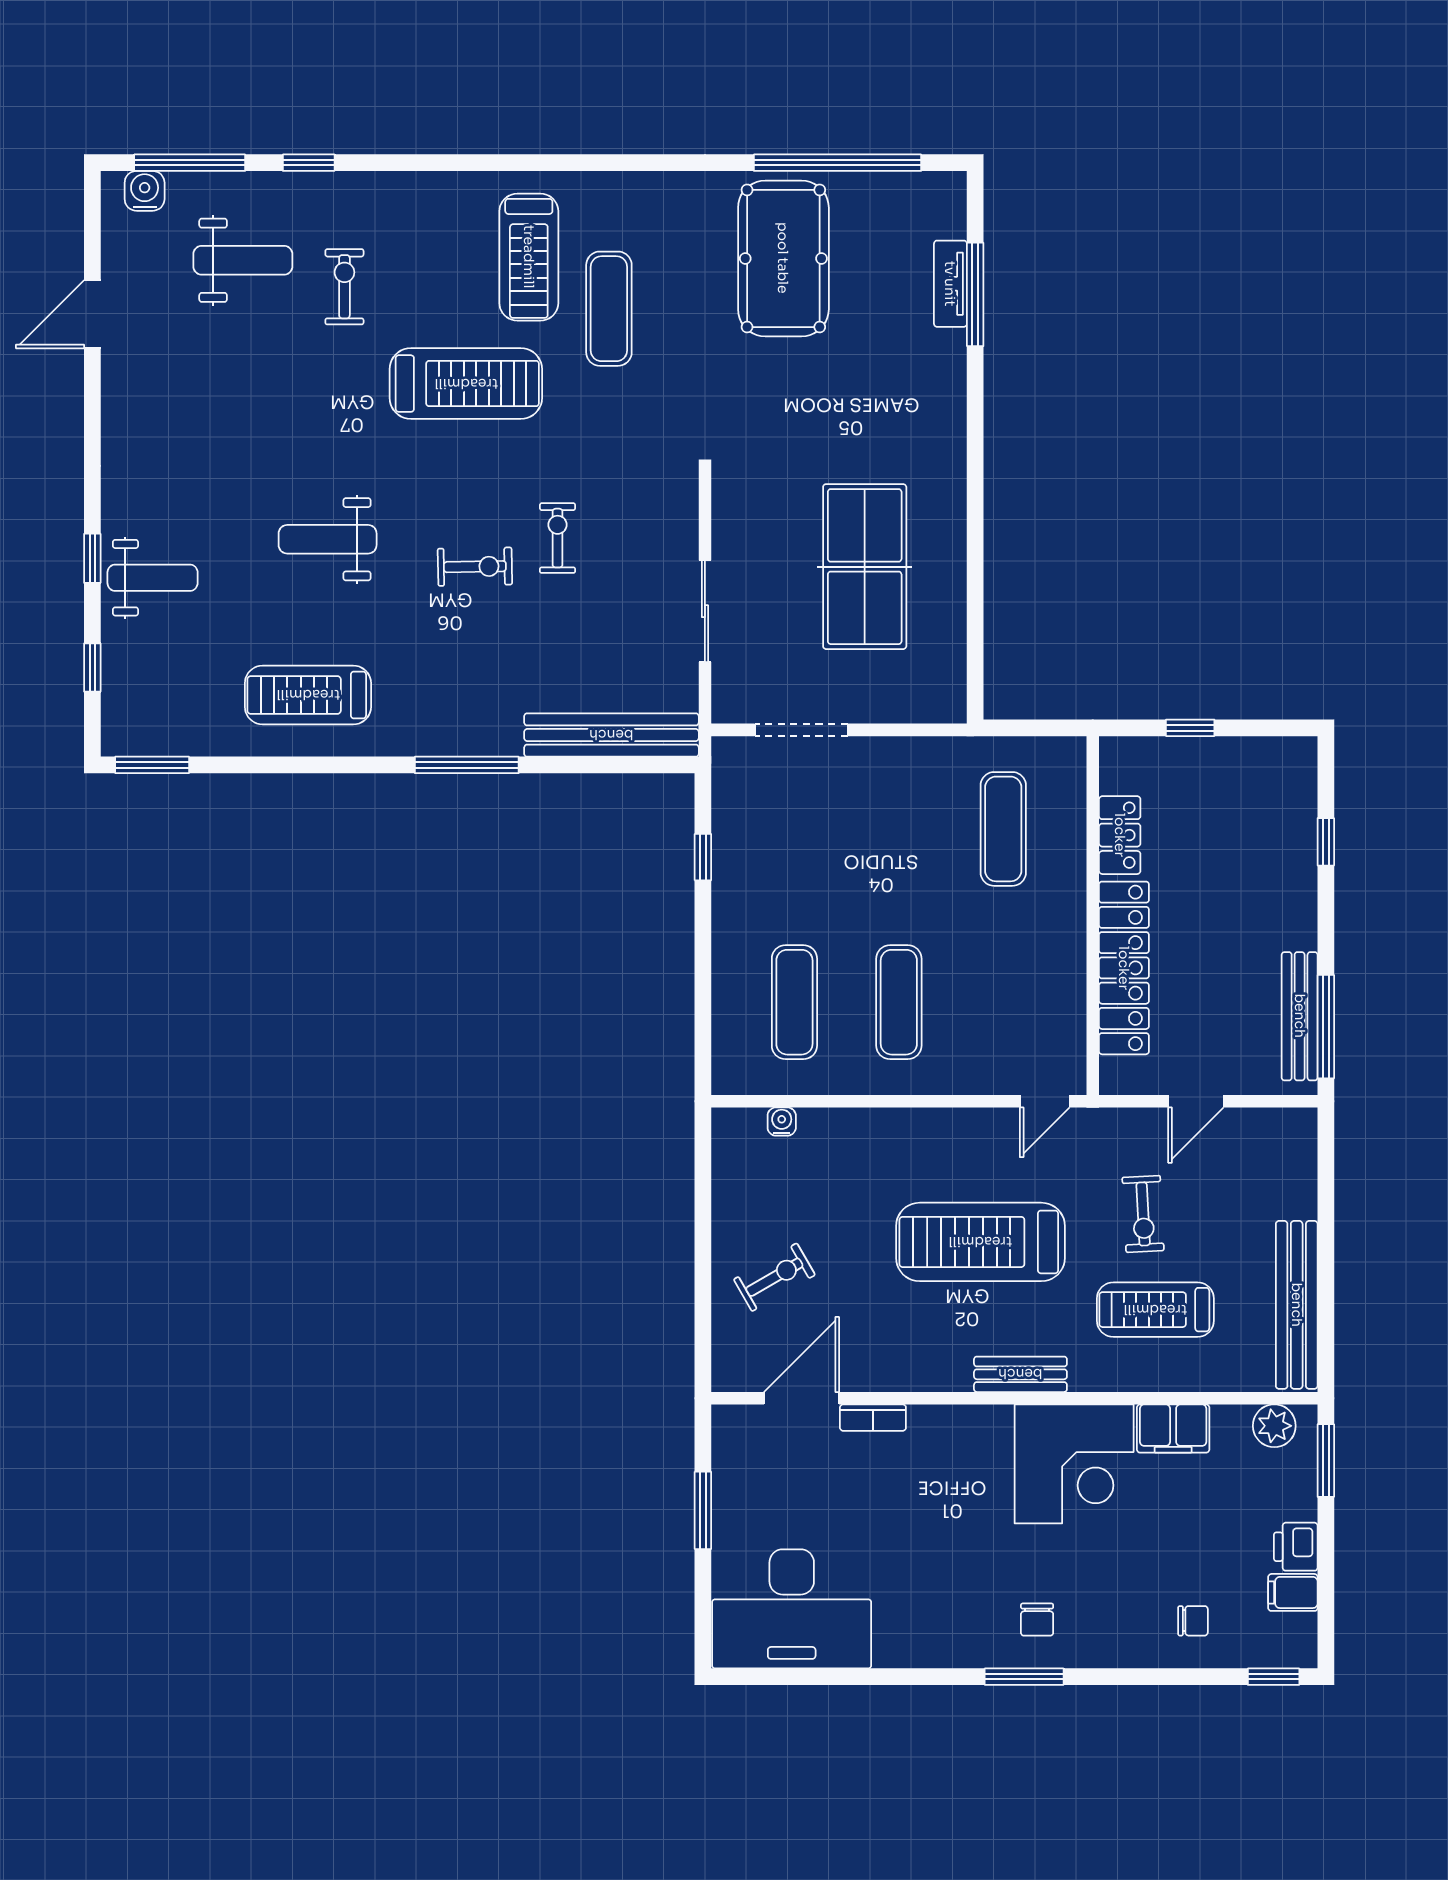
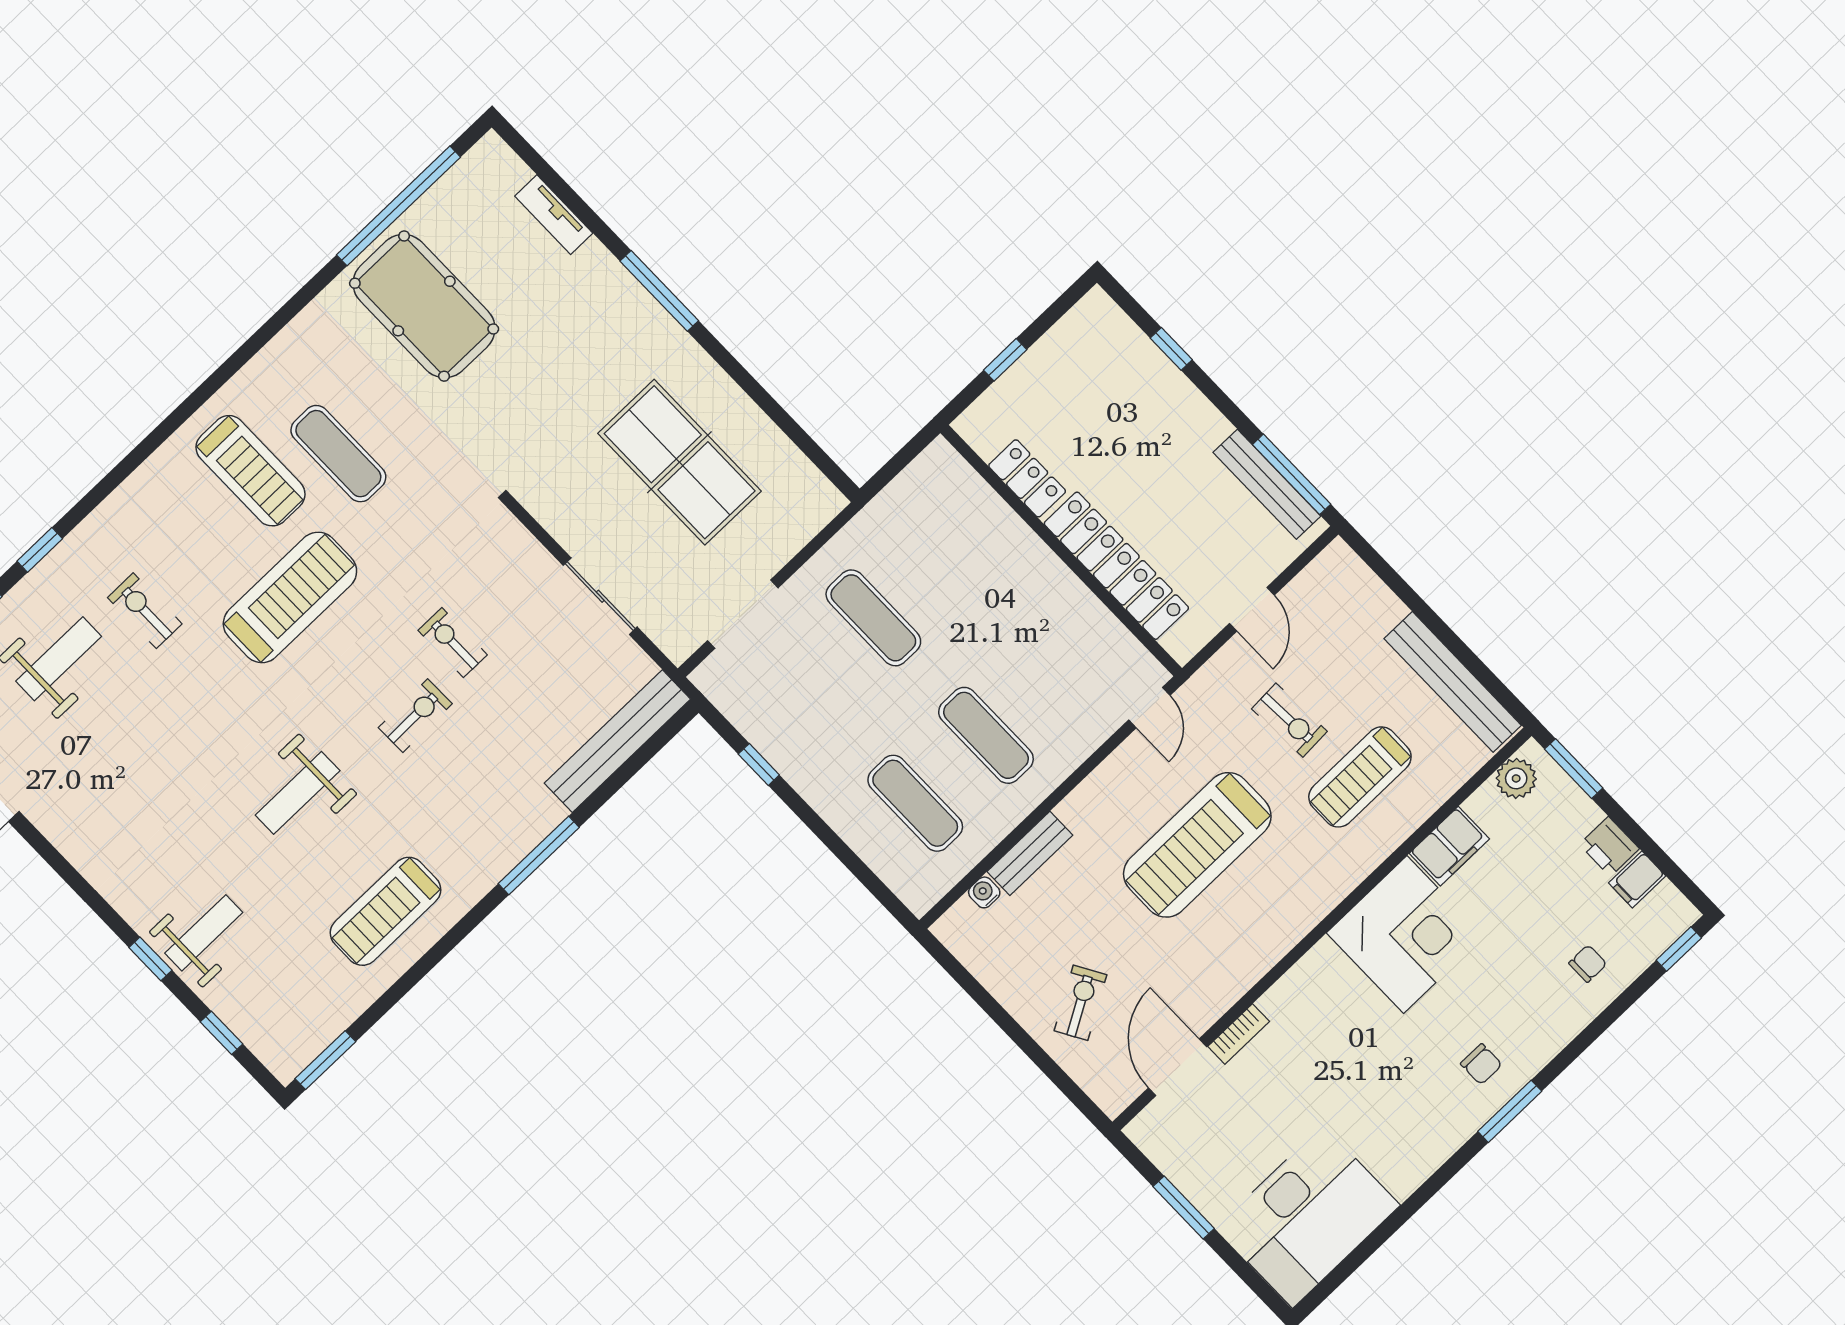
window: (975, 294) -> (659, 291), moved
exercise mat: (1003, 829) -> (873, 618), moved
bench: (1020, 1374) -> (1030, 853), moved

